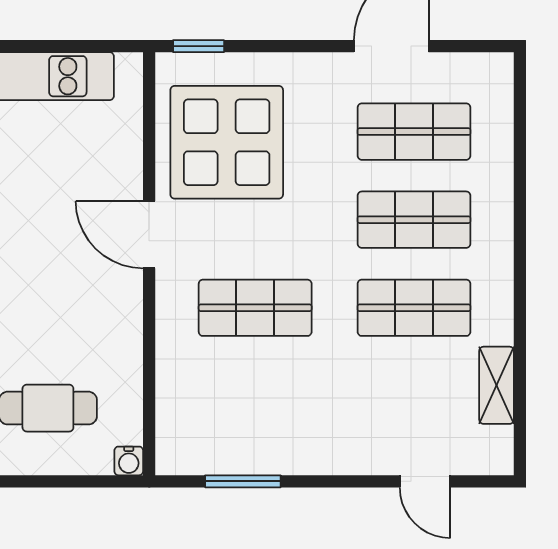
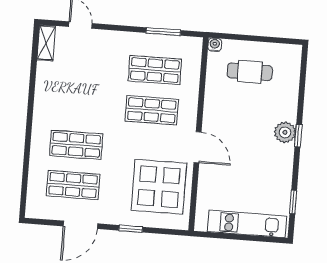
window: (199, 46) -> (131, 229), moved
shop shelf: (414, 308) -> (155, 70), moved
shelving: (497, 385) -> (46, 43), moved

